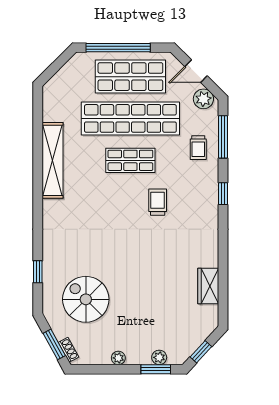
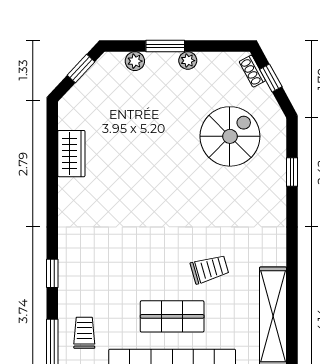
trolley: (158, 202) -> (210, 269), moved, turned -106
spiral stairs: (86, 299) -> (230, 136), turned -90
window: (54, 344) -> (271, 78), width x0.67
window: (156, 369) -> (165, 46), moved

